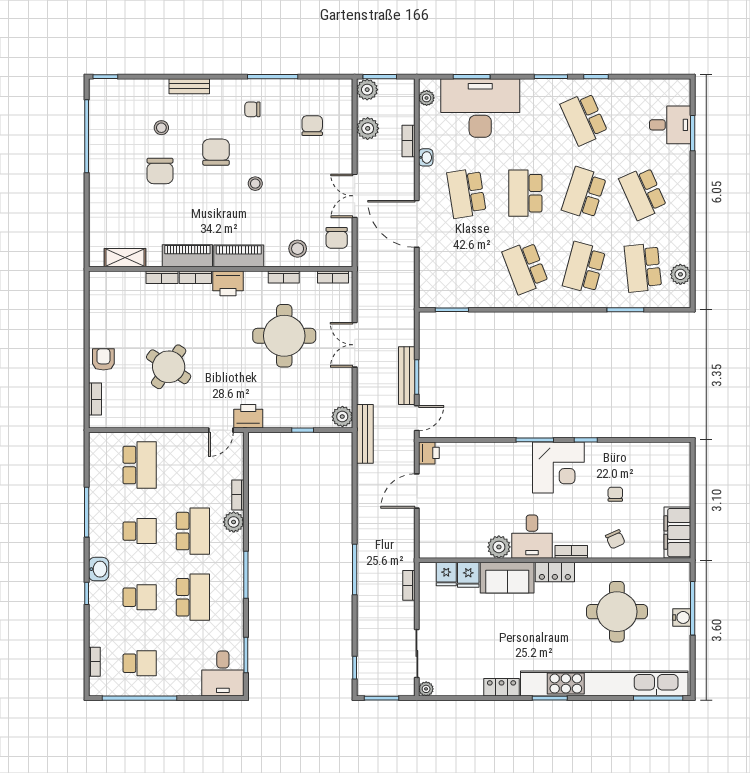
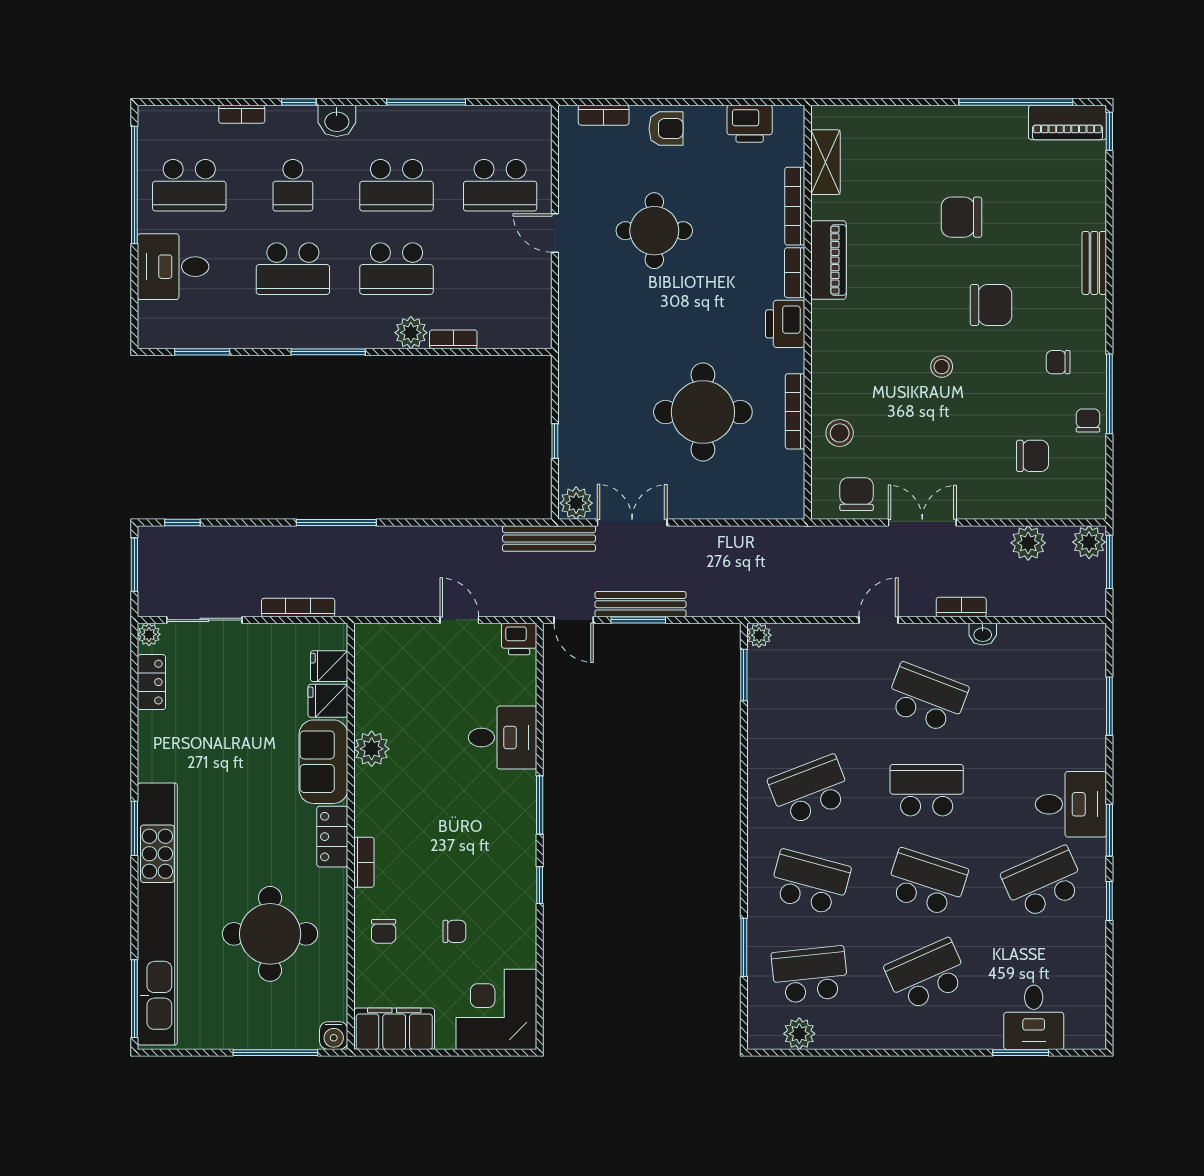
chair: (290, 90) -> (1088, 420), added
plant: (427, 98) -> (759, 635), moved
desk: (480, 108) -> (1071, 804), moved, width x0.53, depth x0.77
chair: (252, 109) -> (1058, 362), turned -90
stool: (161, 128) -> (1029, 219), removed
bookcase: (409, 141) -> (961, 607), moved
school desk: (466, 193) -> (927, 698), turned 30
door: (417, 224) -> (879, 620), width x0.53
chair: (337, 238) -> (857, 494), turned 90
piano: (239, 256) -> (1068, 122), moved, turned 90
bookcase: (162, 277) -> (795, 206), width x1.56
bookcase: (284, 277) -> (795, 411), width x1.56
bookcase: (333, 277) -> (795, 489), removed
double door: (355, 345) -> (632, 522), moved
round table: (169, 367) -> (654, 231), turned -34
printer: (248, 416) -> (750, 124), moved, turned 90
door: (221, 430) -> (555, 233), moved
corner desk: (558, 467) -> (496, 1009), moved, turned 90
door: (417, 491) -> (459, 620), width x0.73
school desk: (140, 531) -> (396, 185), width x1.85
desk: (532, 537) -> (503, 738), moved, turned 180
chair: (615, 539) -> (384, 931), turned -66
bookcase: (409, 585) -> (298, 608), width x1.56
water cooler: (682, 617) -> (334, 1036), moved
bookcase: (94, 662) -> (242, 114), moved
school desk: (140, 663) -> (189, 185), width x1.85
desk: (223, 674) -> (173, 267), moved
locker: (502, 687) -> (151, 682), moved

